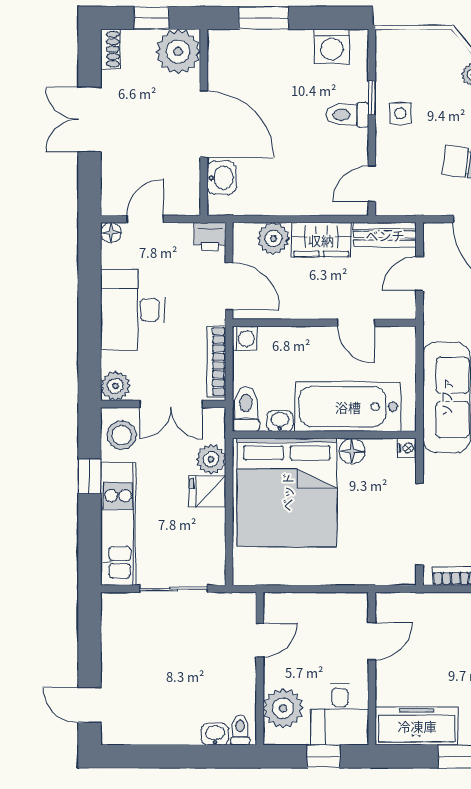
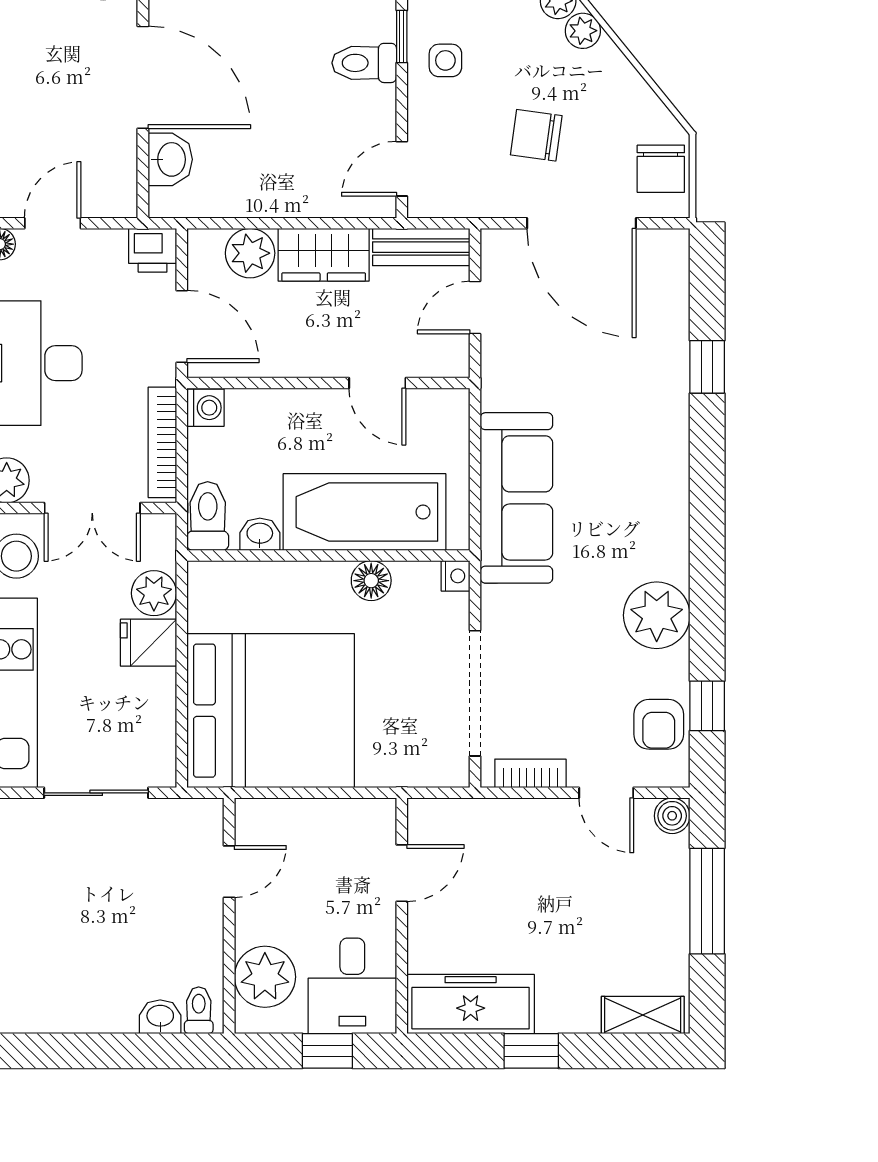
bed: (287, 492) -> (271, 711), moved, turned -90

